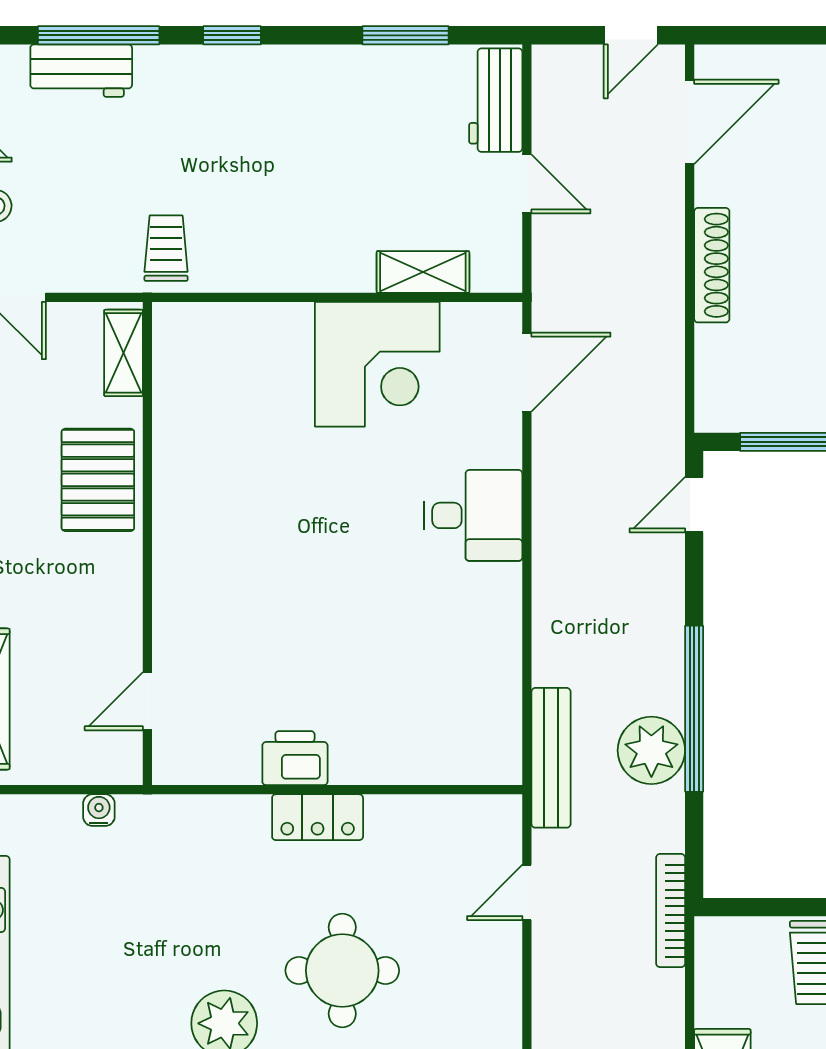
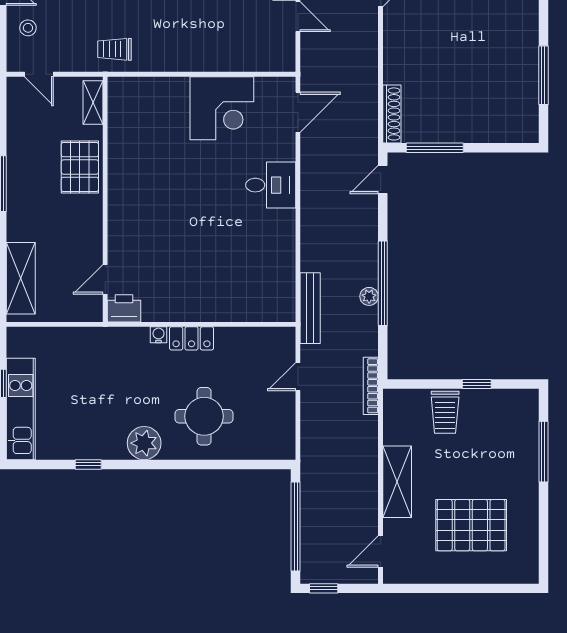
trolley: (166, 248) -> (115, 49), turned -90
shoe rack: (712, 265) -> (392, 114), moved
shelving: (423, 272) -> (245, 61), removed
plant: (651, 750) -> (369, 296), width x0.53, depth x0.53
printer: (295, 758) -> (124, 308), moved
water cooler: (99, 810) -> (159, 335), moved

